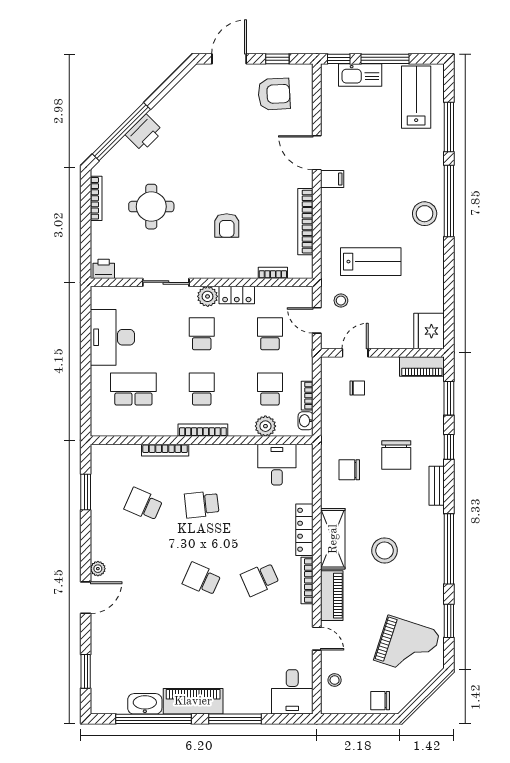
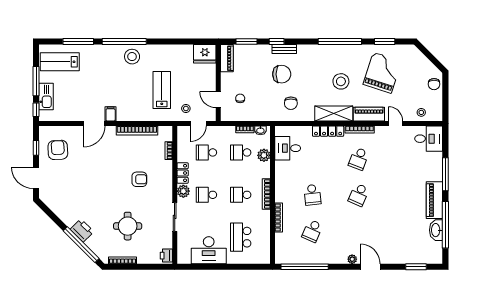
bench: (437, 486) -> (284, 49), moved
window: (86, 492) -> (305, 267), width x2.11
school desk: (260, 579) -> (359, 159), turned 45
door: (317, 639) -> (396, 123), hinge flipped
grand piano: (407, 646) -> (382, 73), moved

